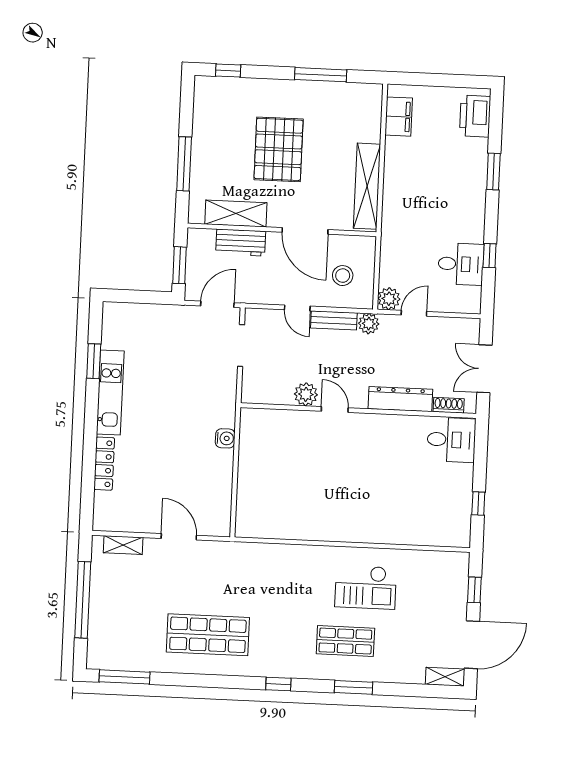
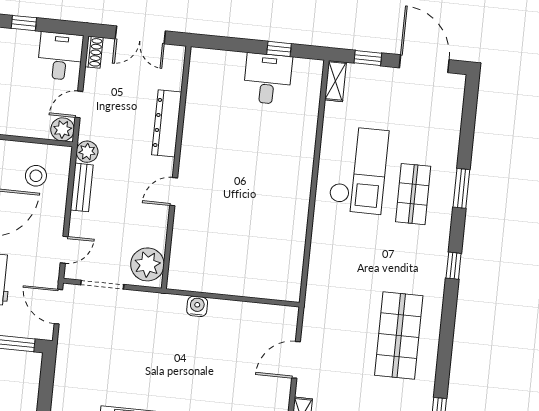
desk: (461, 264) -> (60, 56), moved
door: (297, 308) -> (64, 250), moved
door: (414, 313) -> (79, 104), hinge flipped
plant: (306, 394) -> (147, 264), moved, width x1.36, depth x1.36
shoe rack: (449, 405) -> (94, 52), moved, turned 180
desk: (451, 440) -> (268, 79), moved
checkout: (366, 587) -> (359, 170), width x1.36, depth x1.21
shelving: (445, 677) -> (335, 81), moved

